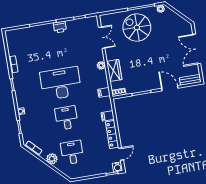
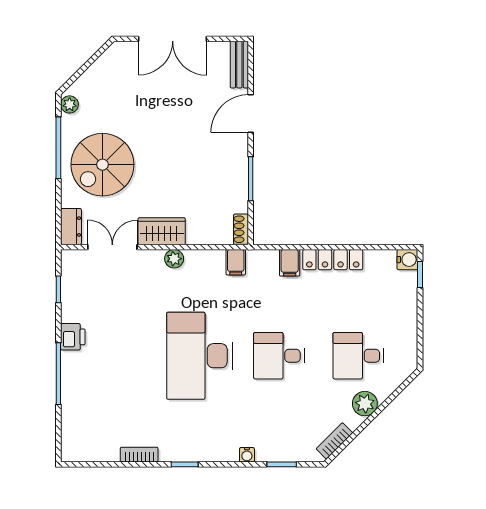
dresser: (108, 18) -> (71, 227), added
wardrobe: (114, 70) -> (162, 231), moved
door: (121, 154) -> (380, 247), removed

